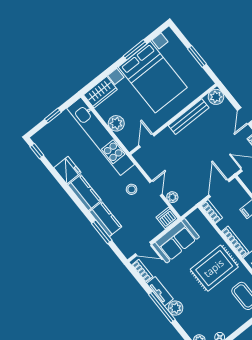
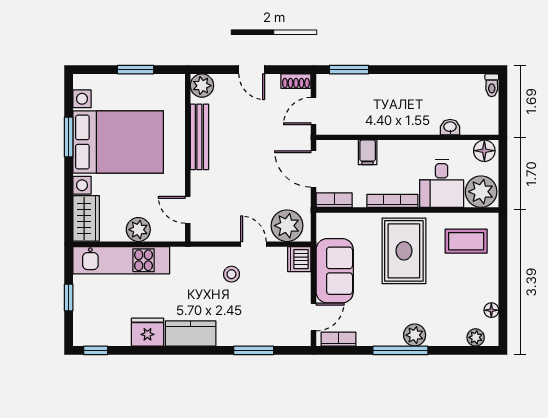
kitchen unit: (101, 136) -> (121, 260), width x0.73
plant: (172, 197) -> (287, 226), width x1.88, depth x1.88
kitchen counter: (105, 219) -> (242, 334), removed
tv unit: (160, 291) -> (380, 338), removed

